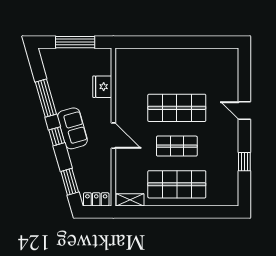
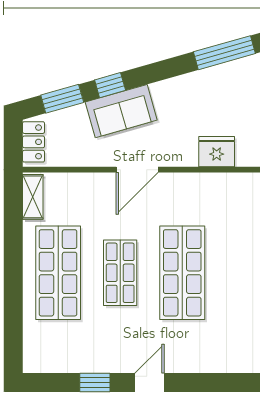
window: (46, 98) -> (224, 53), moved
door: (244, 110) -> (149, 383), moved
sofa: (72, 128) -> (121, 111), moved
window: (57, 136) -> (110, 85), moved

